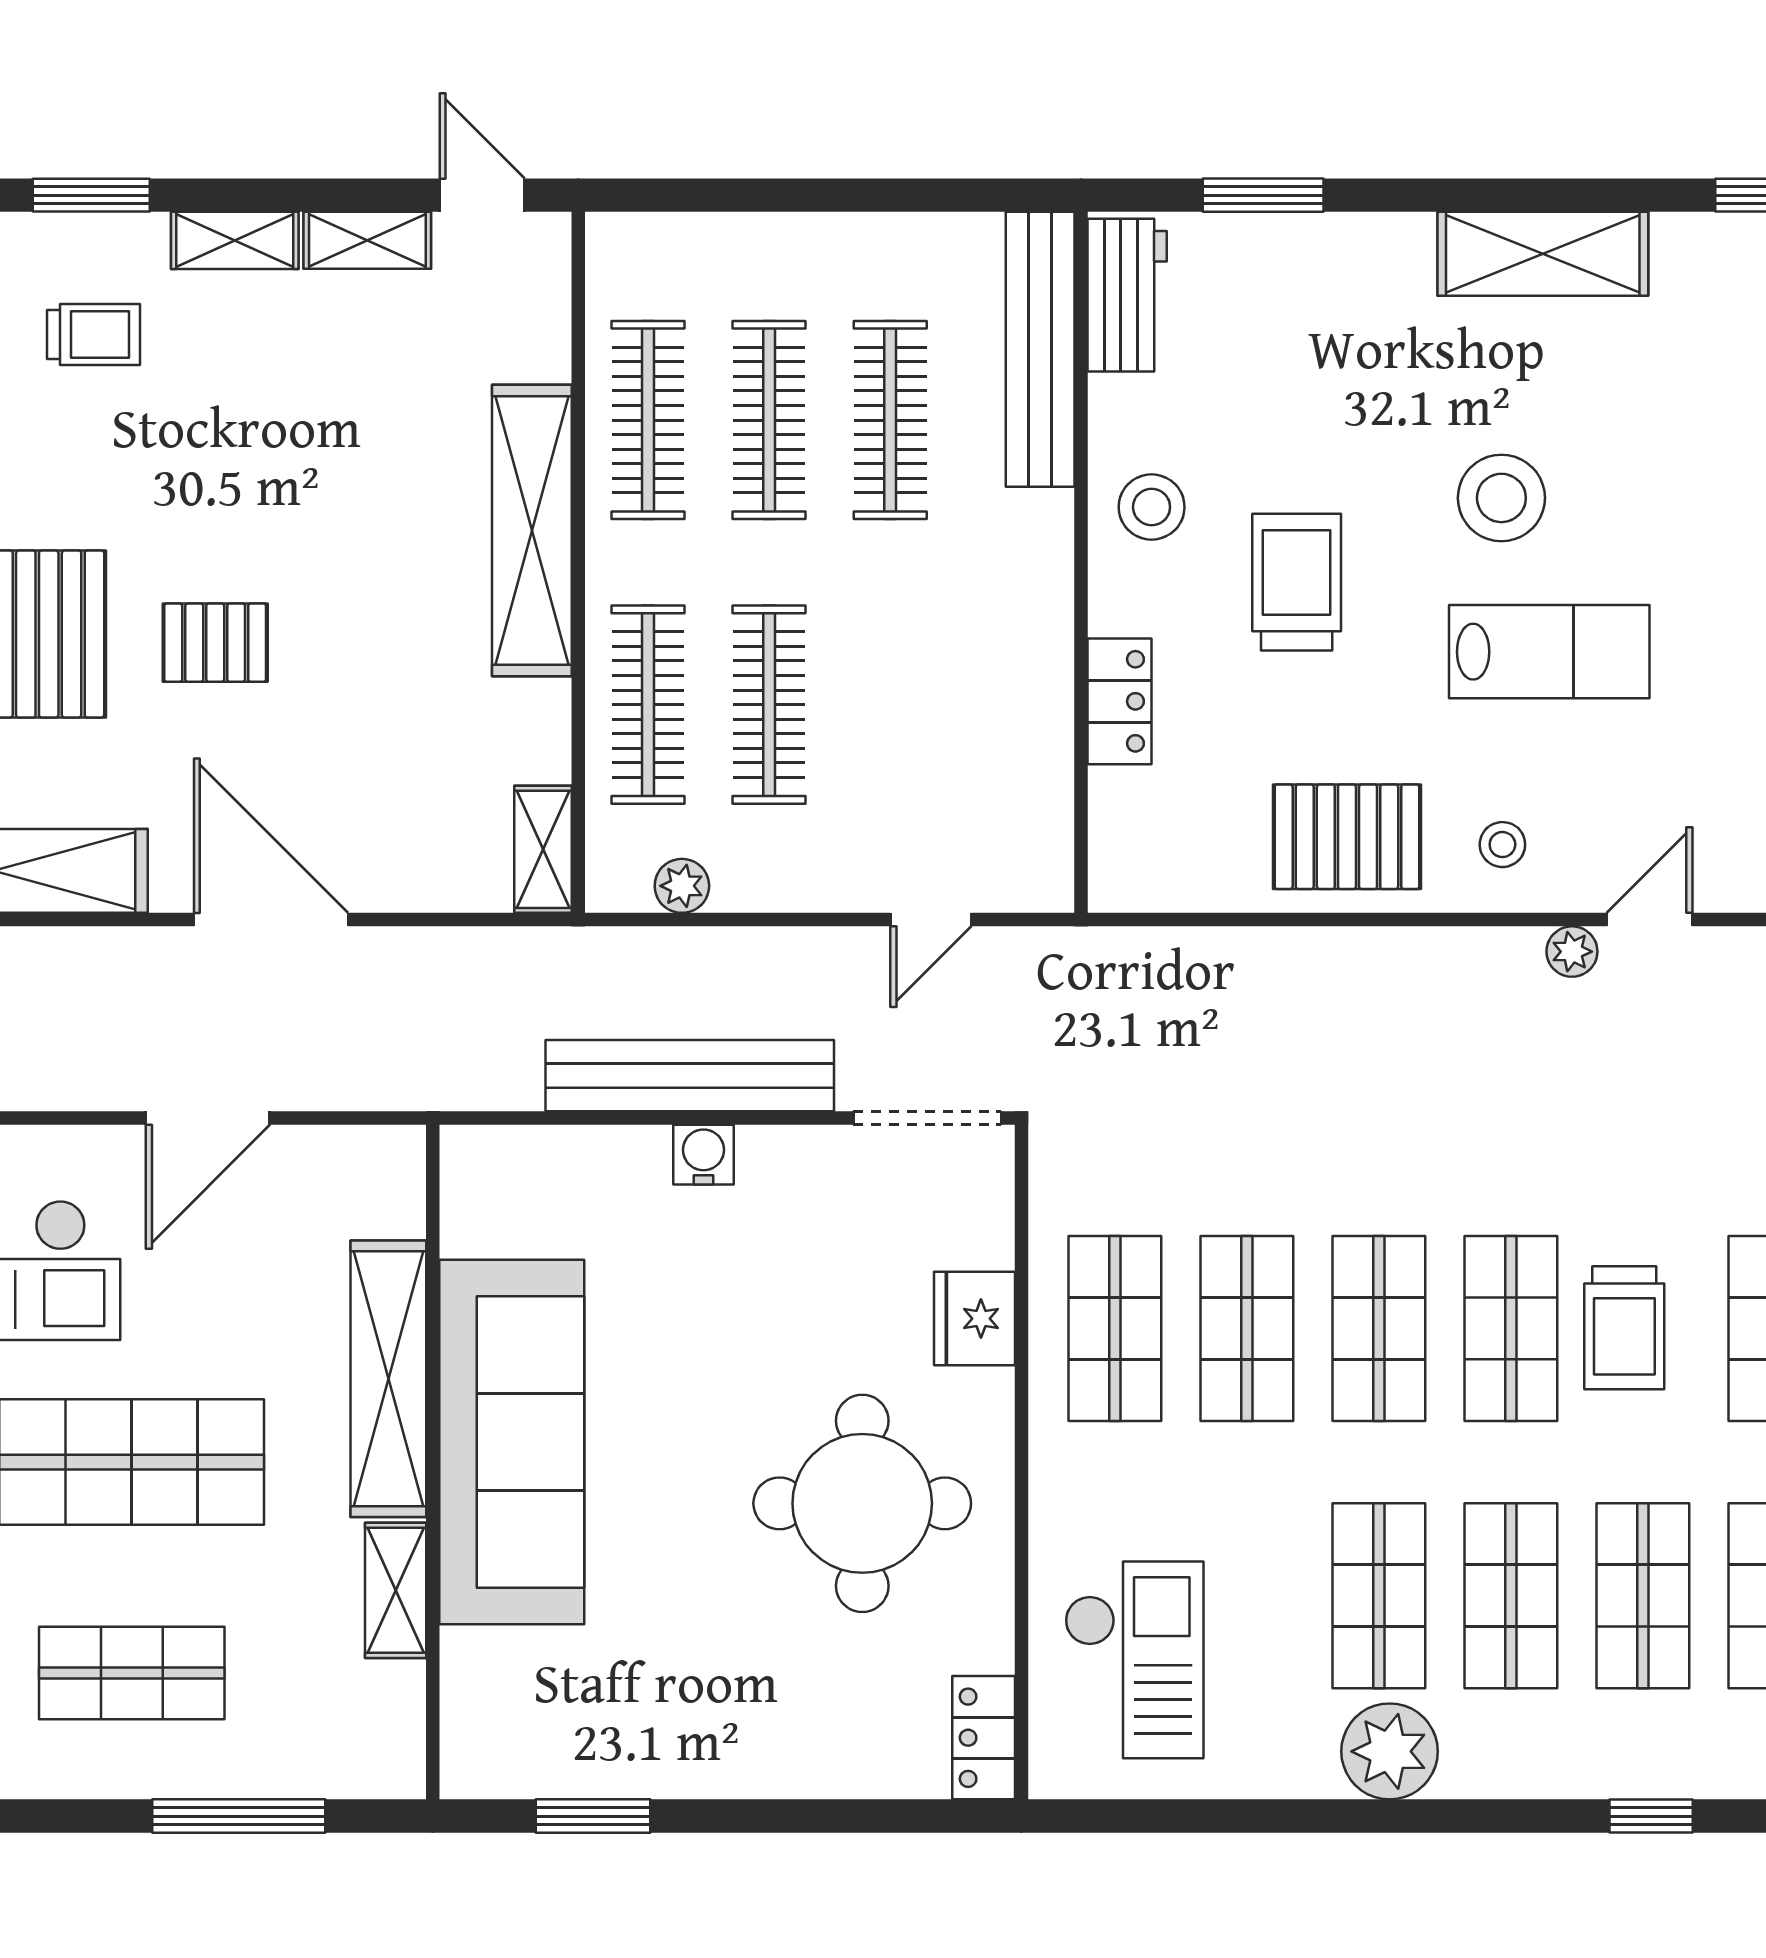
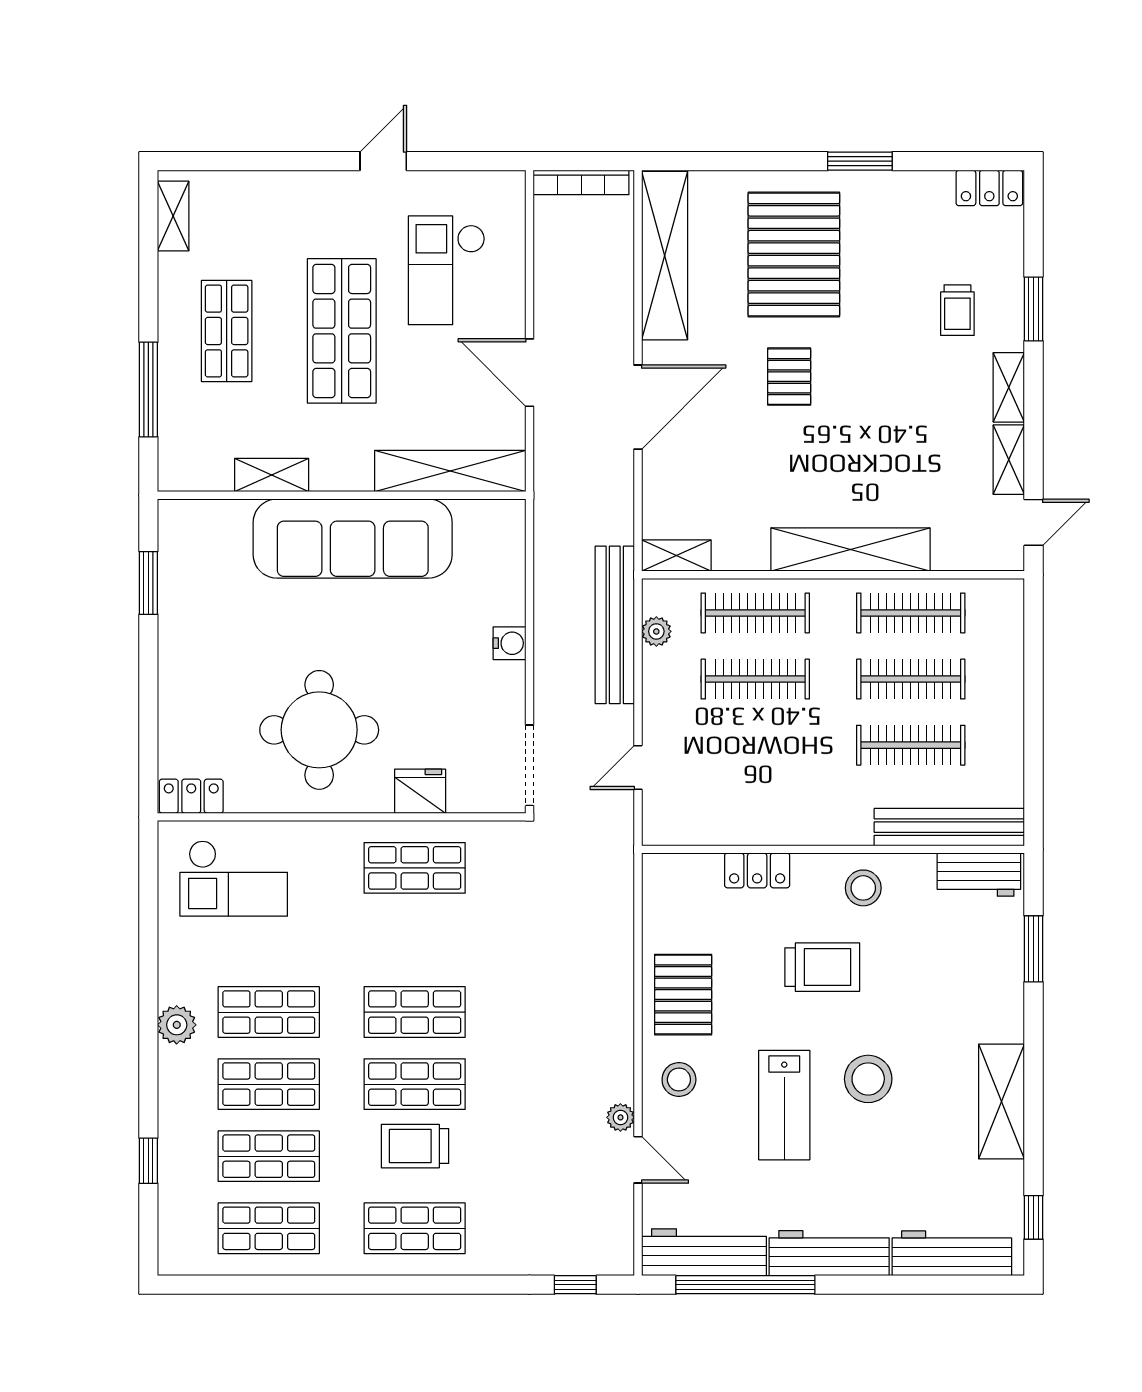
stool: (1502, 845) -> (679, 1079), width x1.37, depth x1.37
door: (931, 920) -> (638, 767), hinge flipped
bench: (690, 1076) -> (615, 625), moved
shop shelf: (1247, 1328) -> (415, 940), removed
shelving: (388, 1379) -> (450, 471), moved
plant: (1390, 1751) -> (177, 1025), width x0.73, depth x0.73

